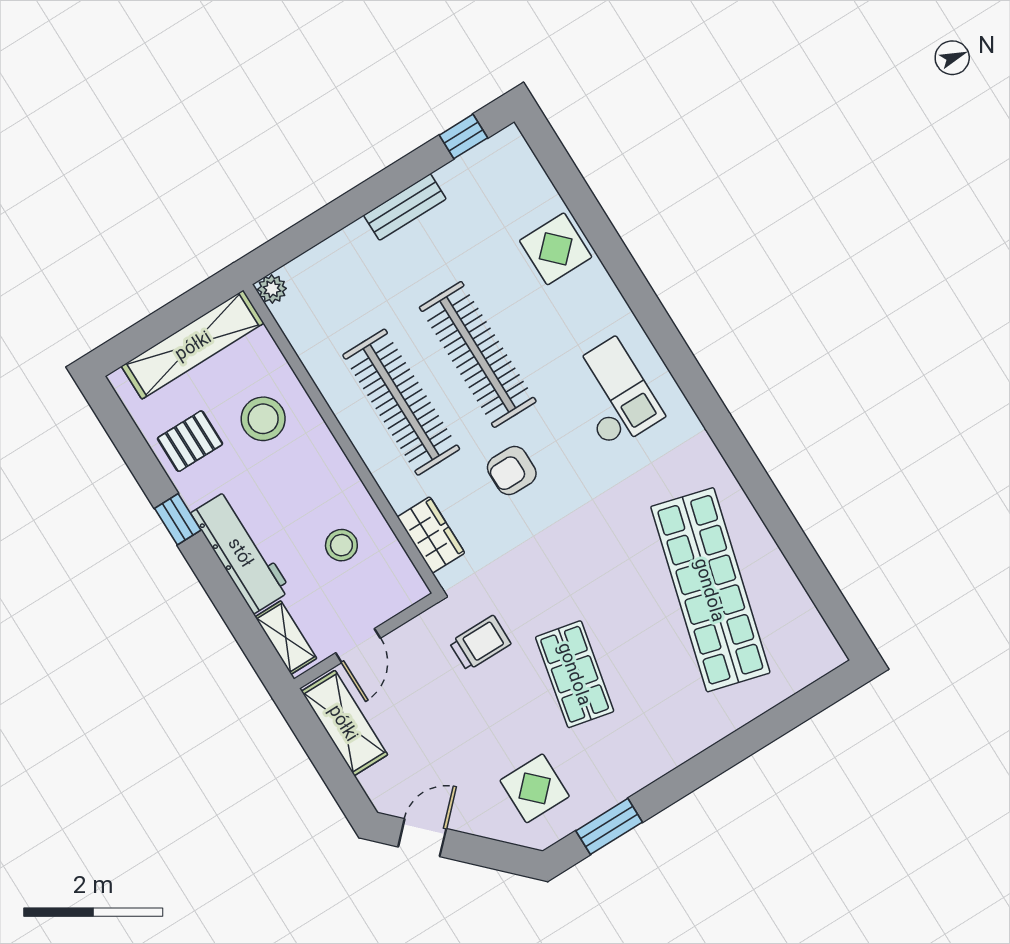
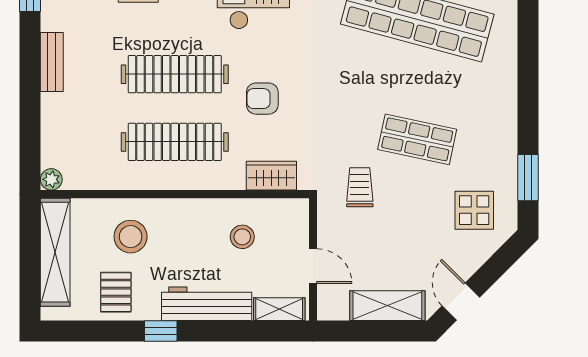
armchair: (512, 471) -> (262, 99), turned 90
shelving: (344, 723) -> (387, 306), moved

